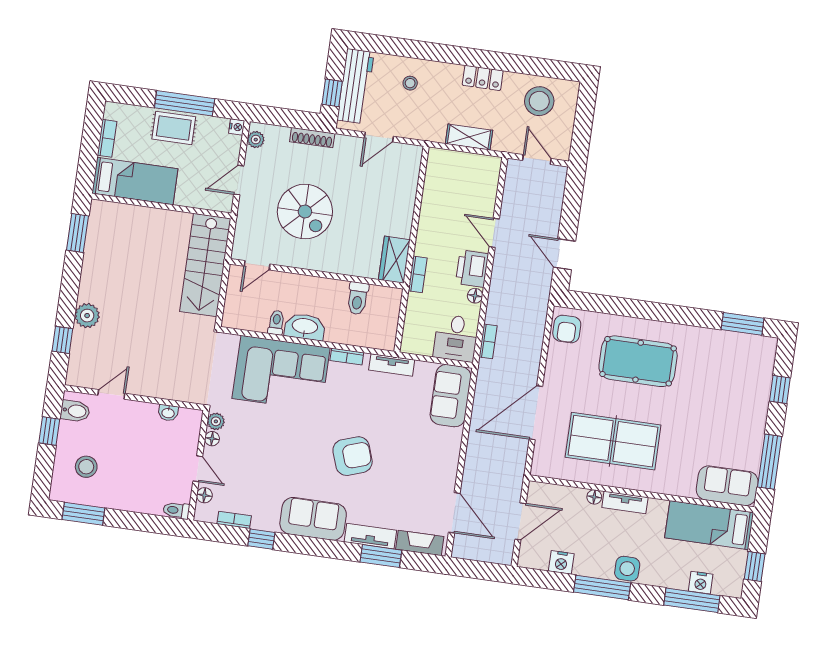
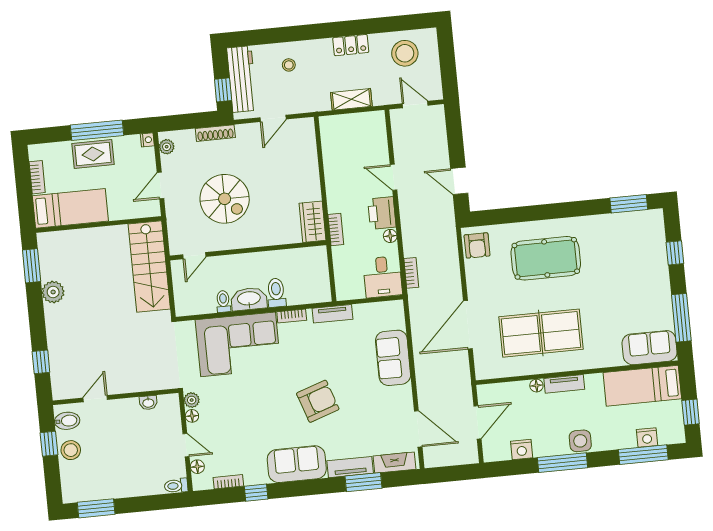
toilet: (358, 298) -> (276, 293), moved, turned 180
plant: (87, 316) -> (53, 292), moved
sofa: (451, 396) -> (393, 358), moved
stool: (86, 467) -> (71, 450), moved

